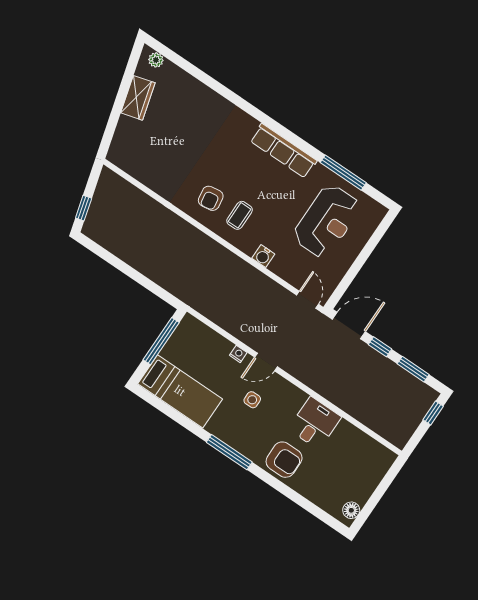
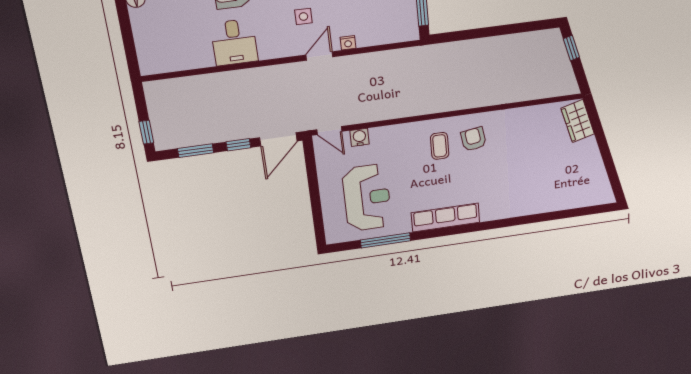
plant: (156, 60) -> (598, 198), removed
wardrobe: (138, 98) -> (578, 121), moved
reception desk: (327, 221) -> (367, 198), turned 180
water cooler: (263, 256) -> (360, 137), moved

